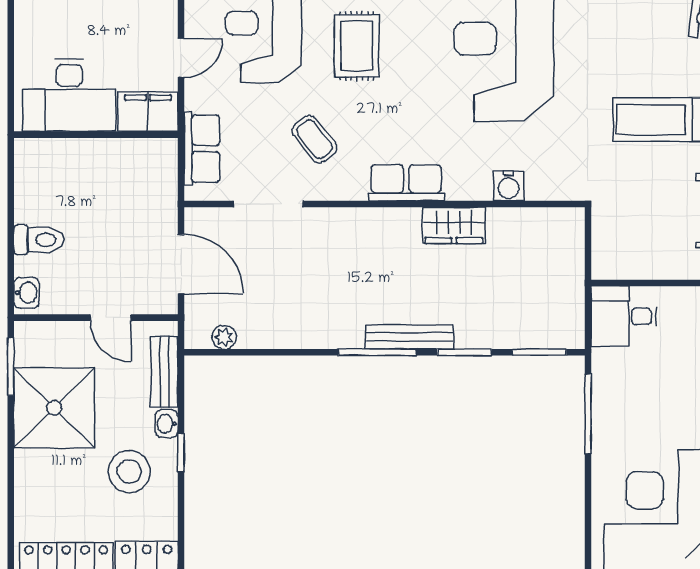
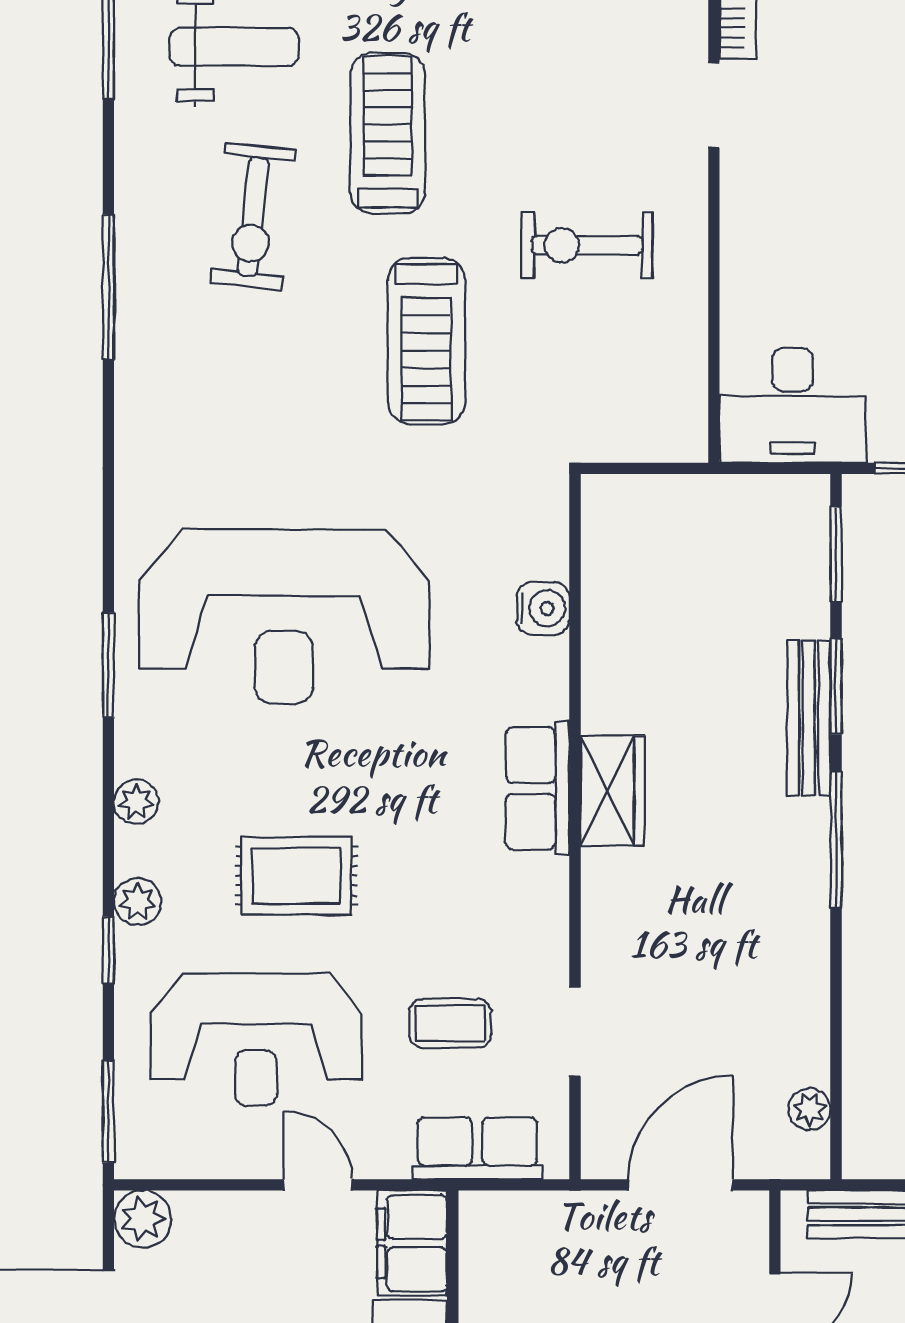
coffee table: (314, 139) -> (450, 1023), moved, turned 38
doorway: (268, 204) -> (575, 1032), width x0.73
wardrobe: (454, 225) -> (612, 791), moved
desk: (624, 316) -> (793, 405), width x1.37
bench: (409, 337) -> (809, 718), moved

